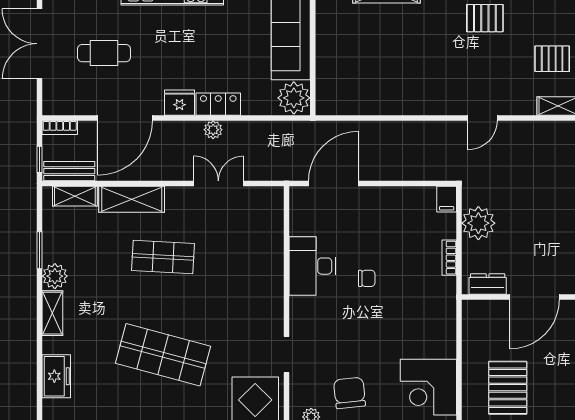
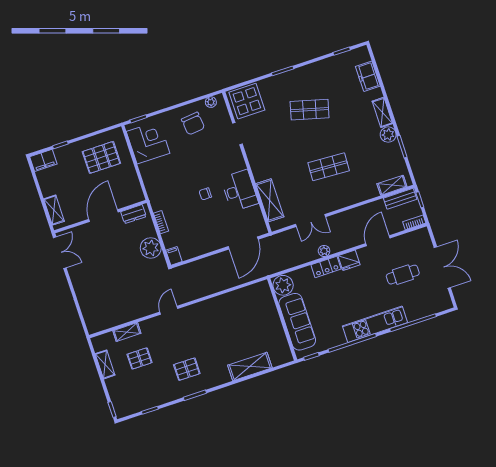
door: (125, 118) -> (378, 241), width x0.73
shelving: (132, 199) -> (270, 200), moved, turned 90
shop shelf: (163, 355) -> (310, 110), width x0.70, depth x0.74
pallet: (508, 388) -> (101, 157), turned 90

